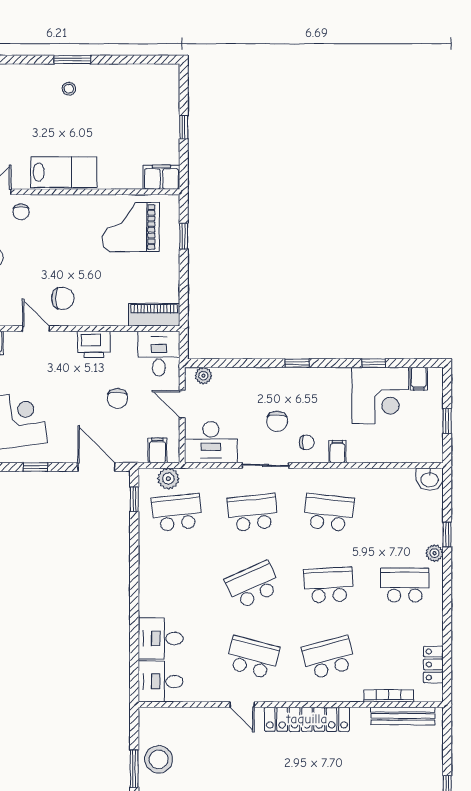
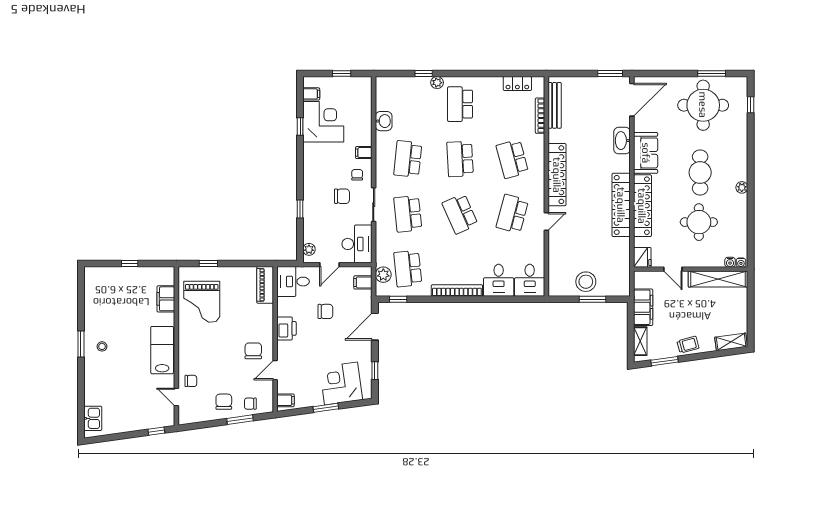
filing cabinet: (161, 177) -> (166, 299), moved
window: (297, 363) -> (300, 209), moved
washbasin: (430, 479) -> (384, 121), moved
bookcase: (146, 581) -> (457, 291), added

